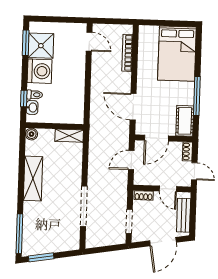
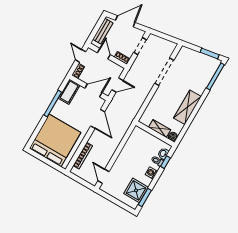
bed: (177, 54) -> (55, 140), width x1.36
washing machine: (40, 71) -> (151, 173), width x0.53, depth x0.53
shelving: (69, 136) -> (160, 129), moved

